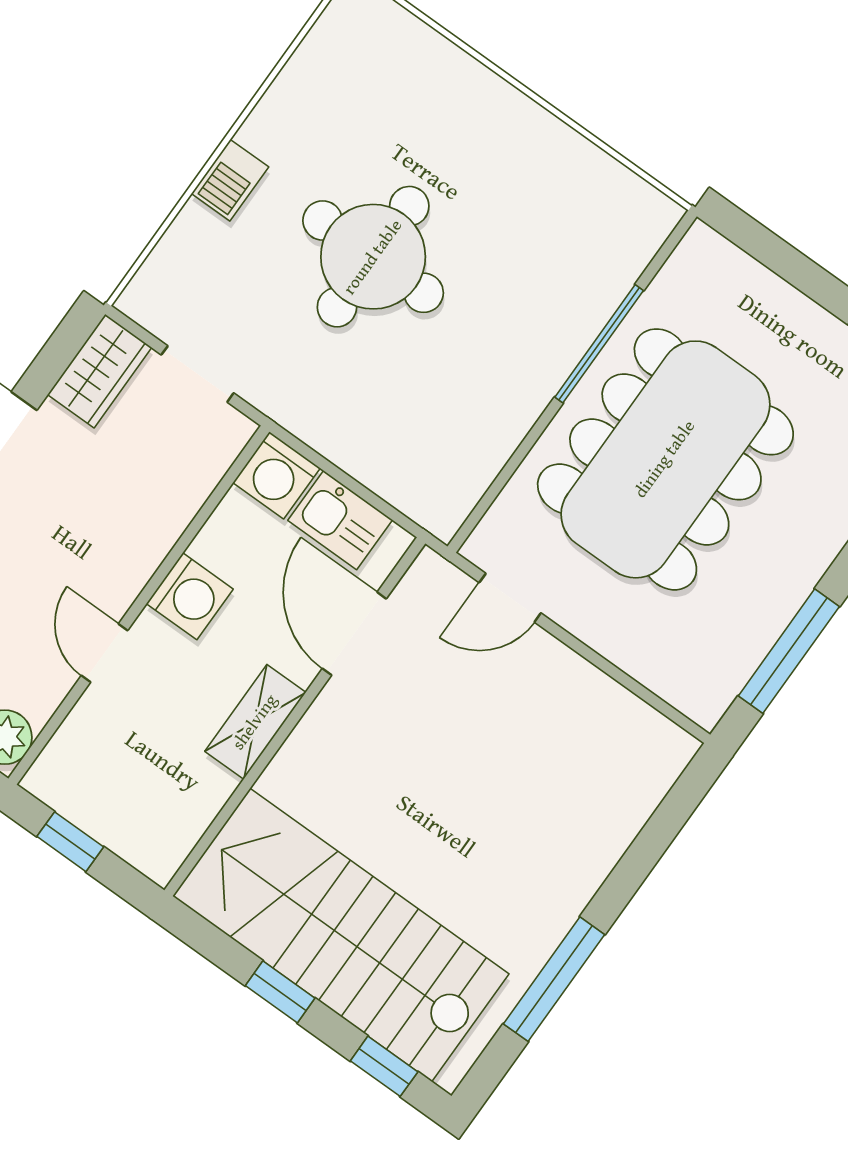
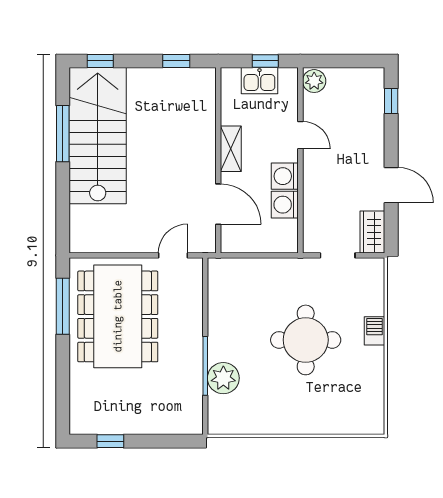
plant: (582, 296) -> (223, 378), added
dining table: (665, 459) -> (118, 316), moved
washing machine: (277, 475) -> (285, 205), moved, turned -90
kitchen sink: (340, 520) -> (259, 81), moved, turned 180
stairs: (341, 935) -> (98, 136), moved, turned -90
window: (280, 992) -> (176, 61), moved

